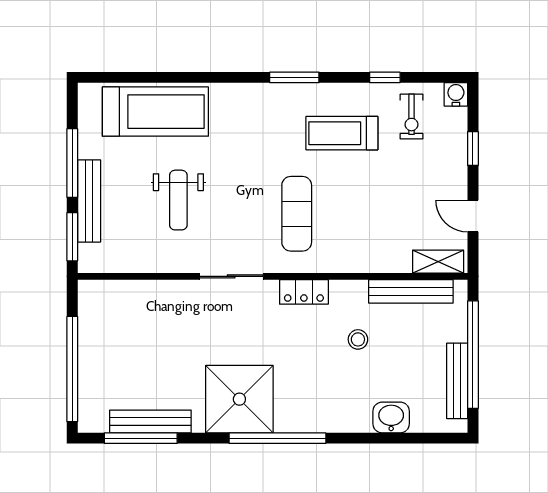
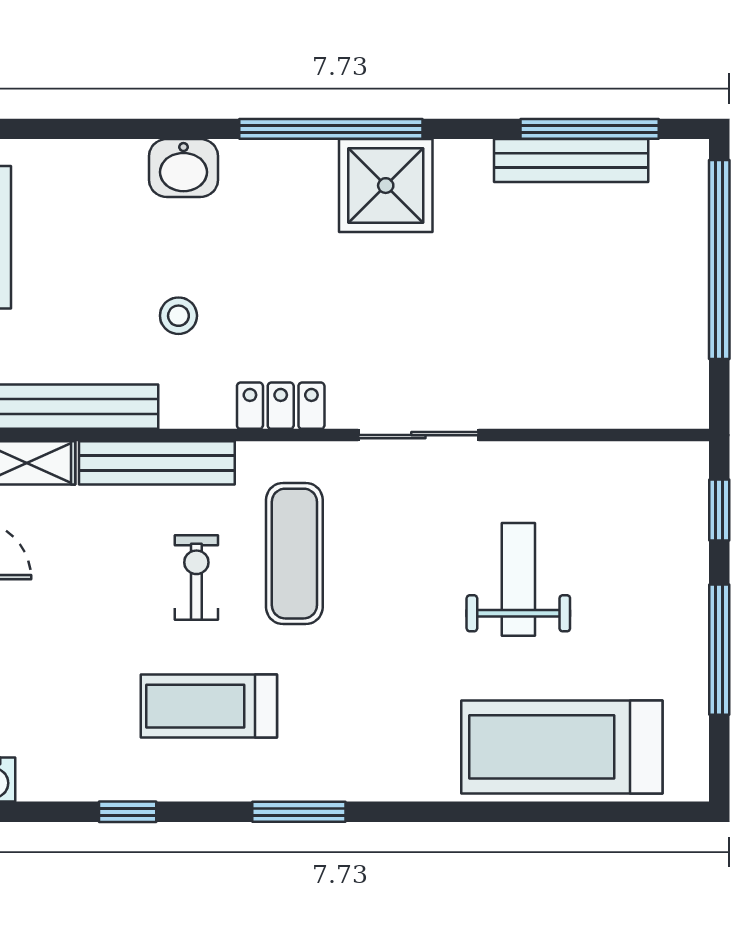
exercise bike: (412, 116) -> (196, 578), moved
treadmill: (342, 133) -> (209, 706), turned 180
bench: (89, 201) -> (157, 463), moved, turned 90
window: (72, 237) -> (719, 510), width x0.67
shower: (239, 399) -> (386, 186), width x0.73, depth x0.73
washbasin: (391, 417) -> (183, 168), moved

